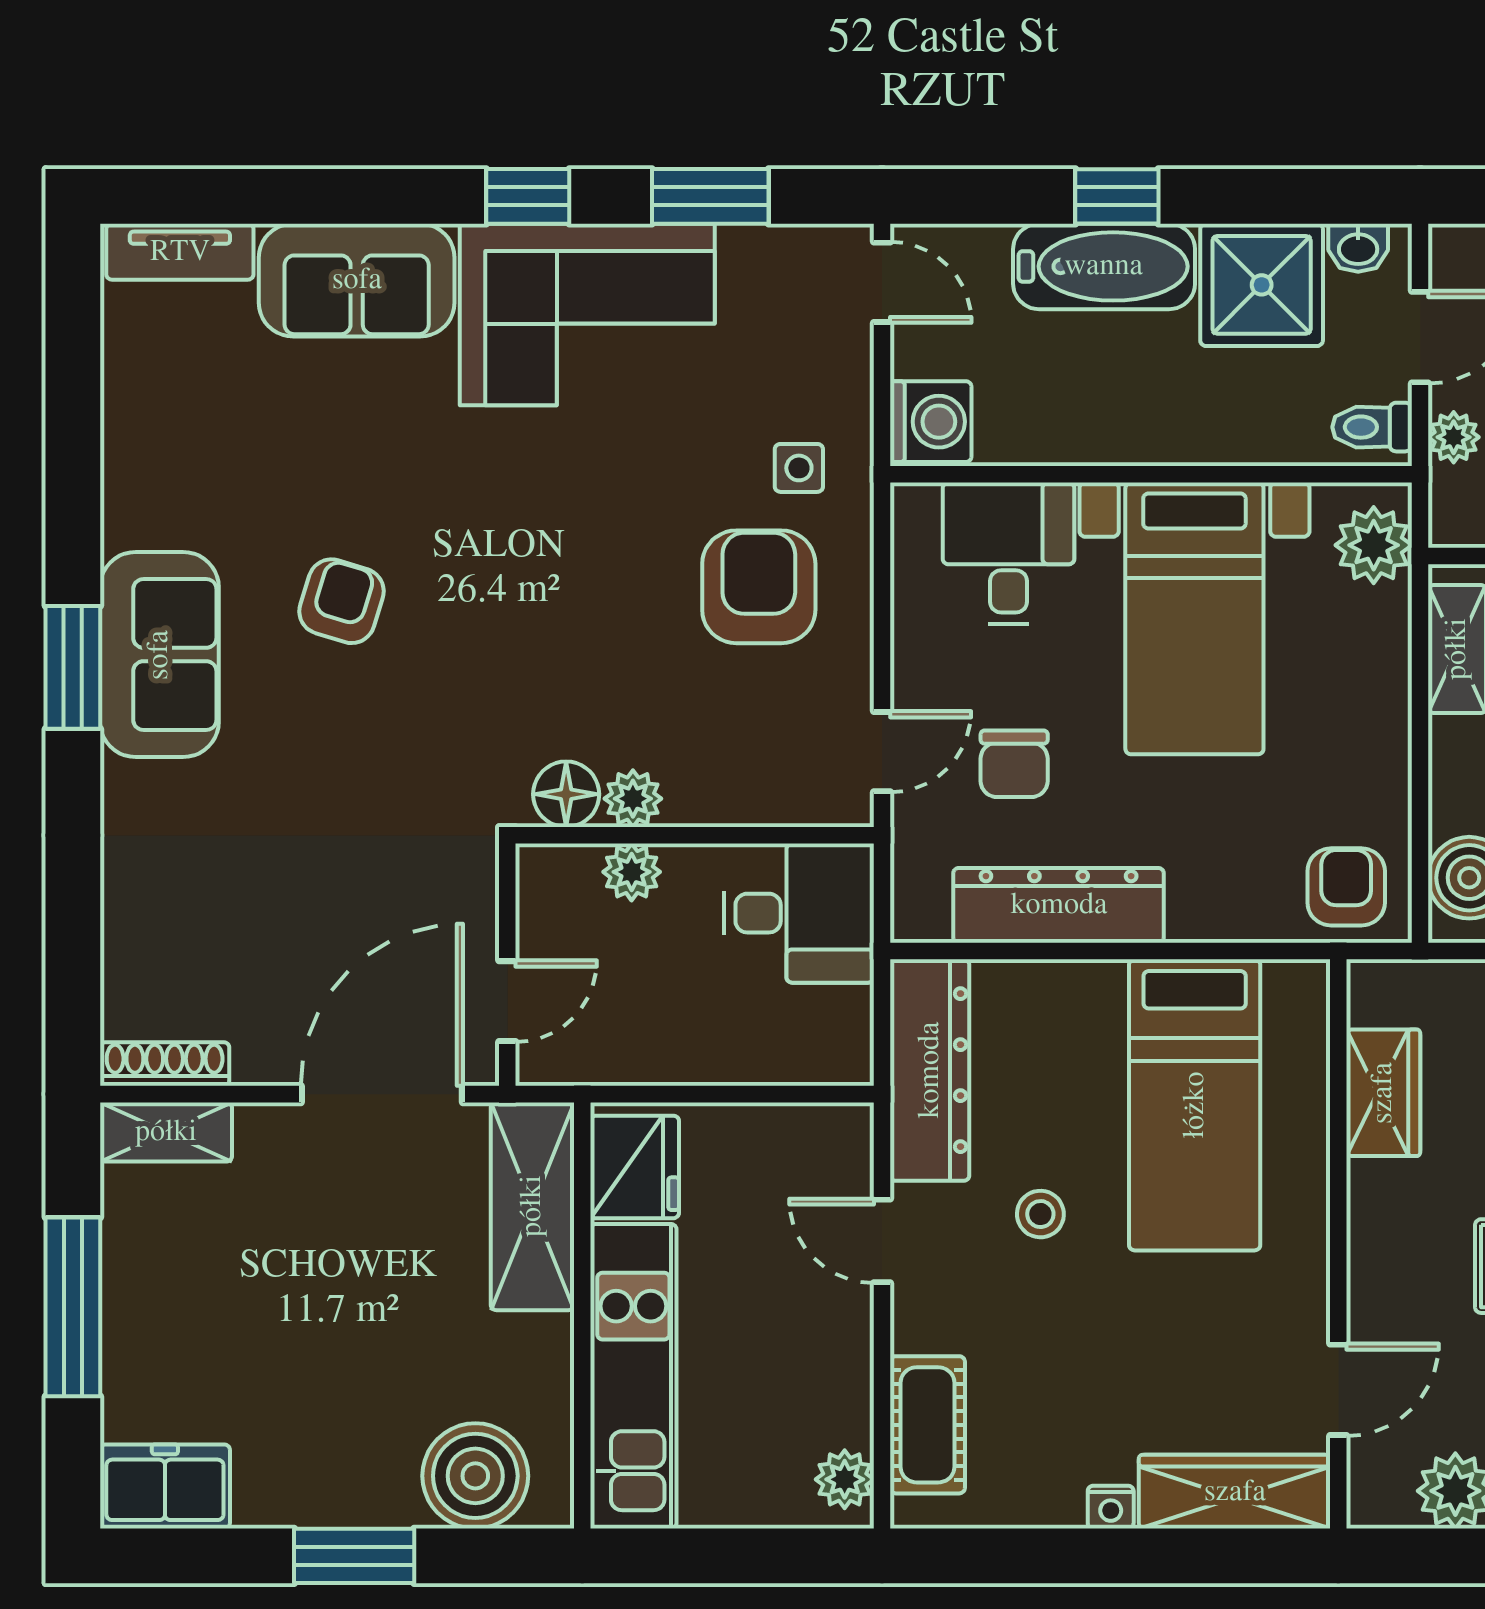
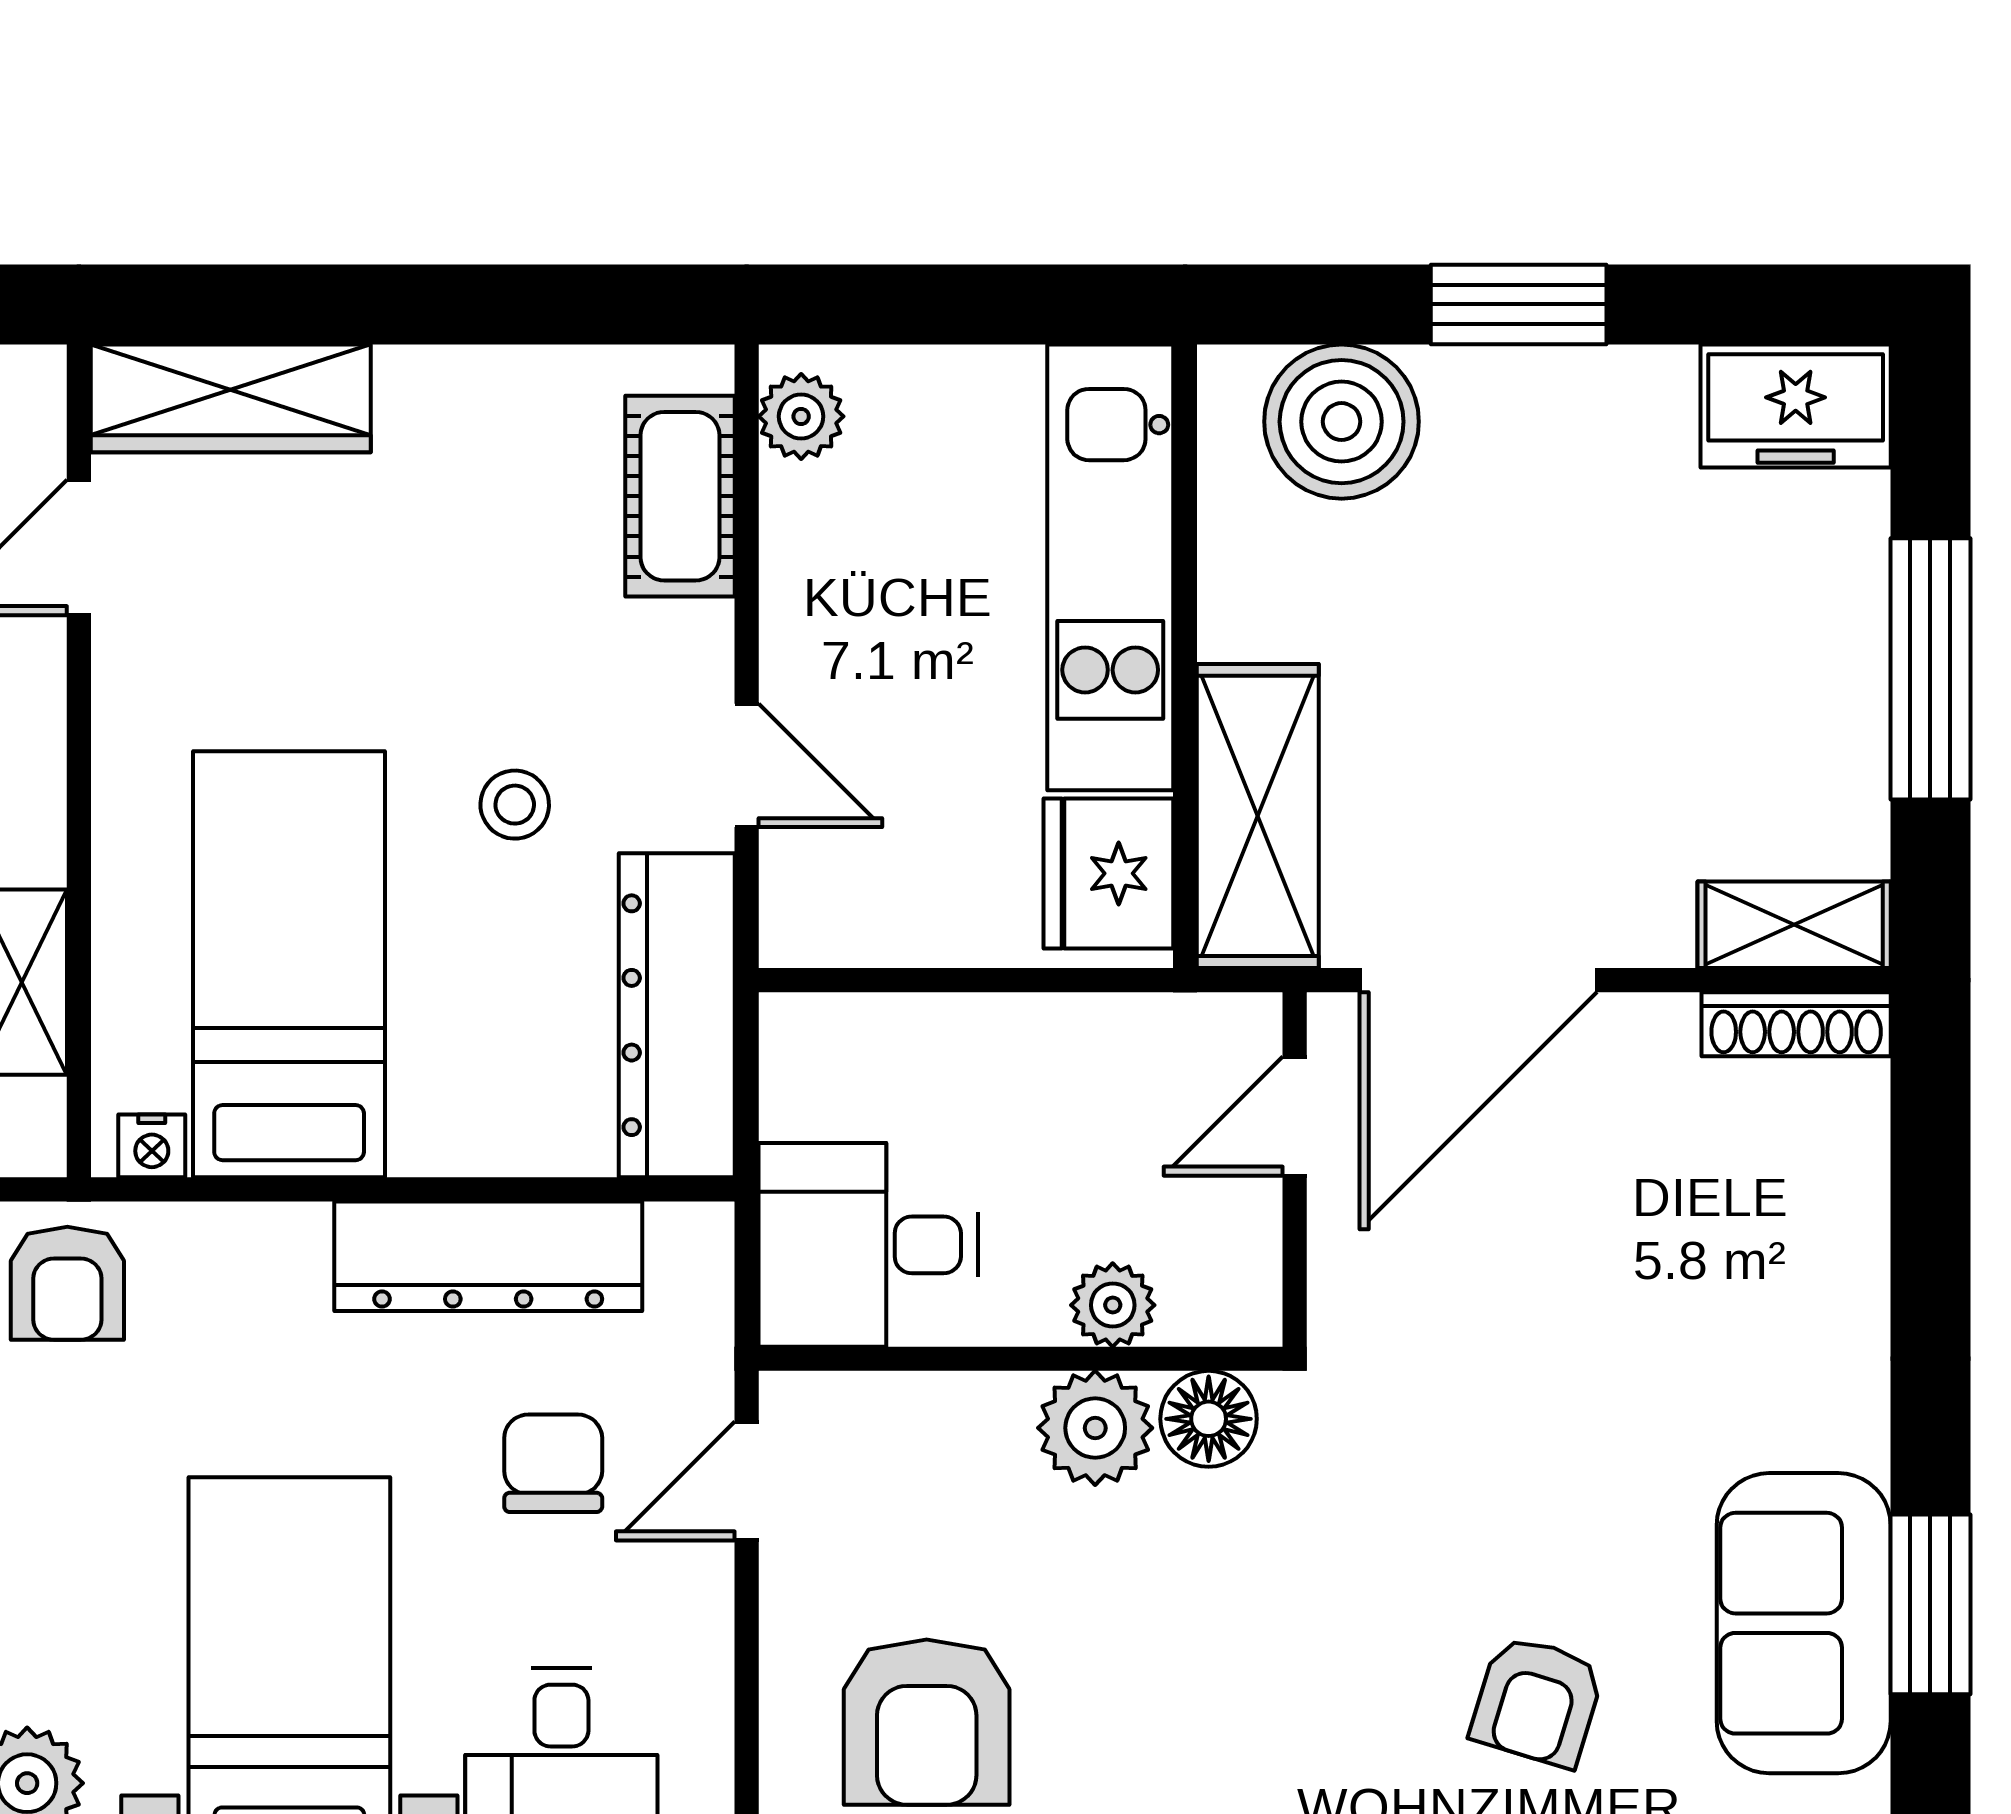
plant: (633, 799) -> (1095, 1428), width x1.38, depth x1.38
nightstand: (1111, 1507) -> (152, 1146), moved, turned 180

